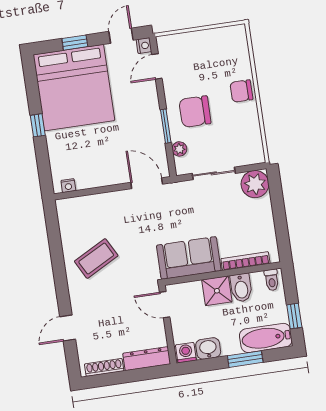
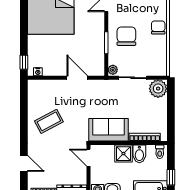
chair: (241, 91) -> (158, 27), turned 90
chair: (195, 112) -> (126, 36), turned 90
window: (38, 125) -> (24, 62), moved
plant: (179, 149) -> (113, 70), moved
door: (147, 183) -> (77, 78), moved
door: (68, 328) -> (24, 163), swing flipped

